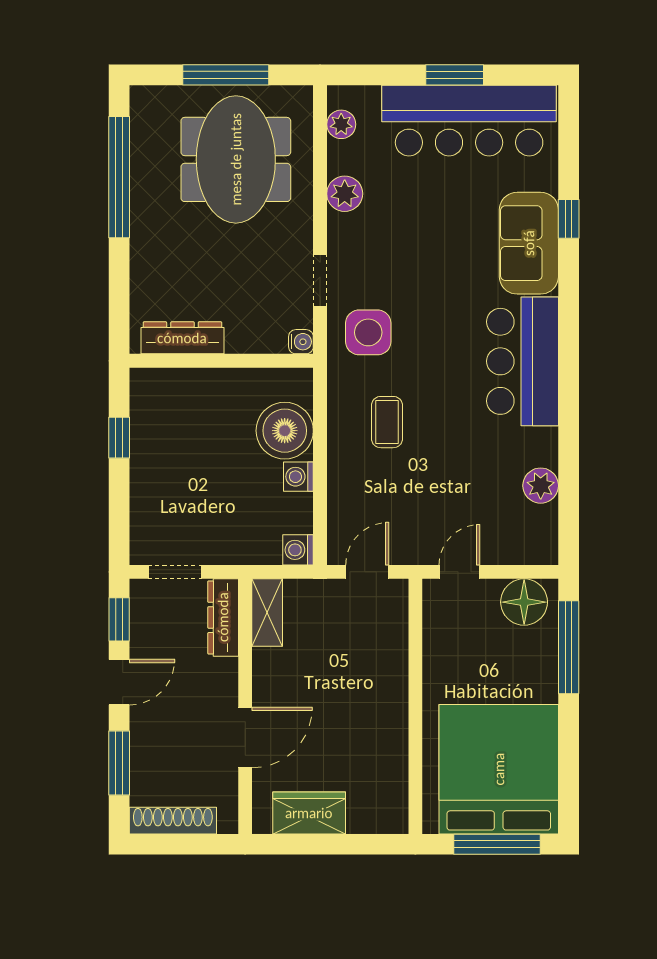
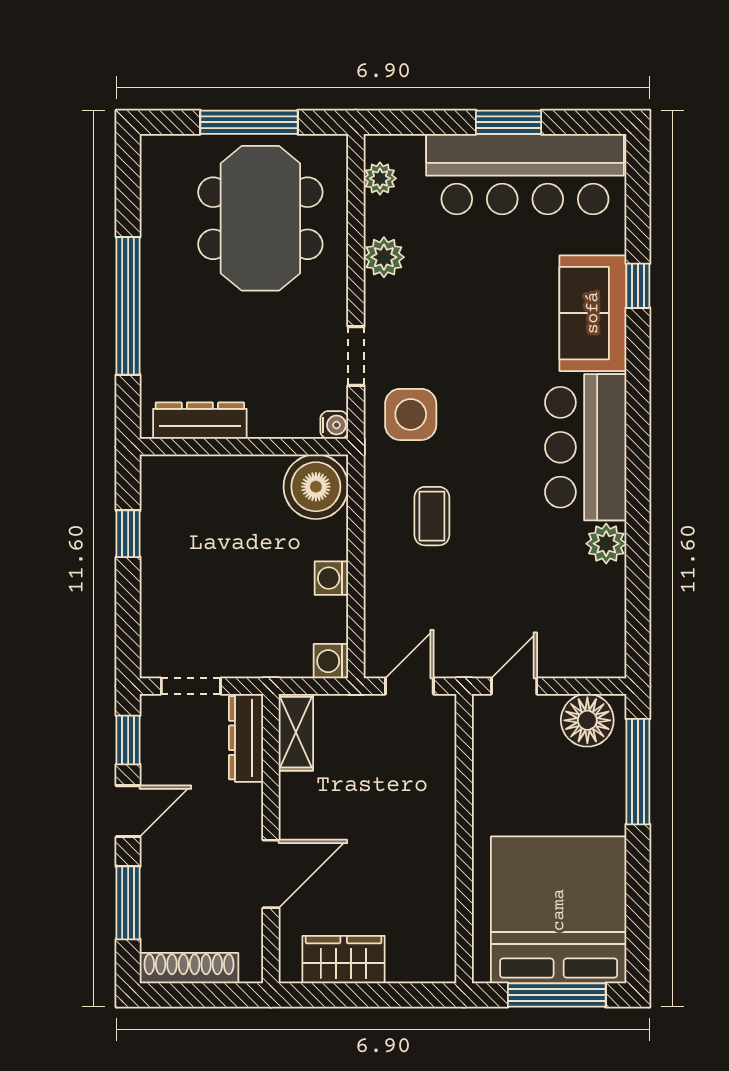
window: (119, 177) -> (128, 306), moved
boiler: (285, 431) -> (316, 487), moved
plant: (541, 486) -> (606, 544), moved

